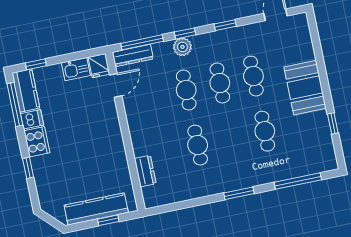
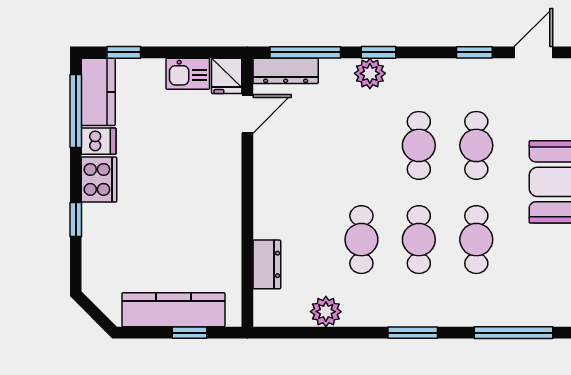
window: (225, 25) -> (474, 52), moved
cafe table: (186, 90) -> (419, 240), moved
plant: (186, 191) -> (326, 312), added

